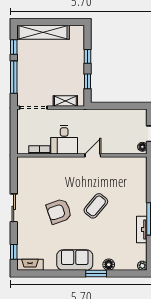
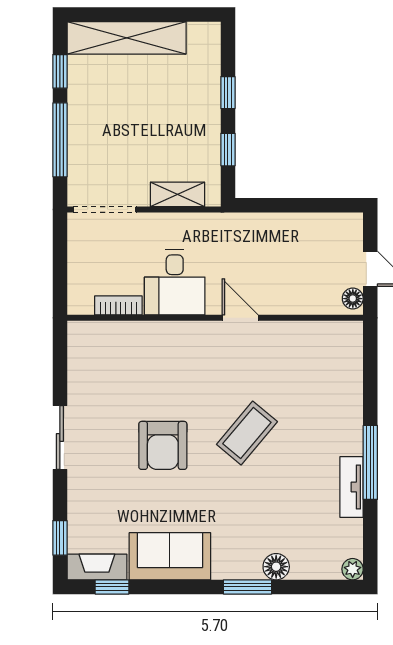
door: (93, 155) -> (240, 318), hinge flipped
armchair: (59, 211) -> (163, 445), turned -71
sofa: (75, 260) -> (170, 556), moved
window: (37, 274) -> (112, 587), added

